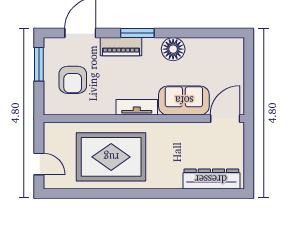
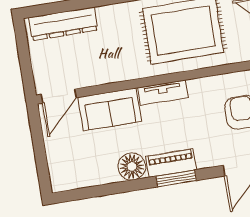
piano: (121, 47) -> (171, 163), moved

